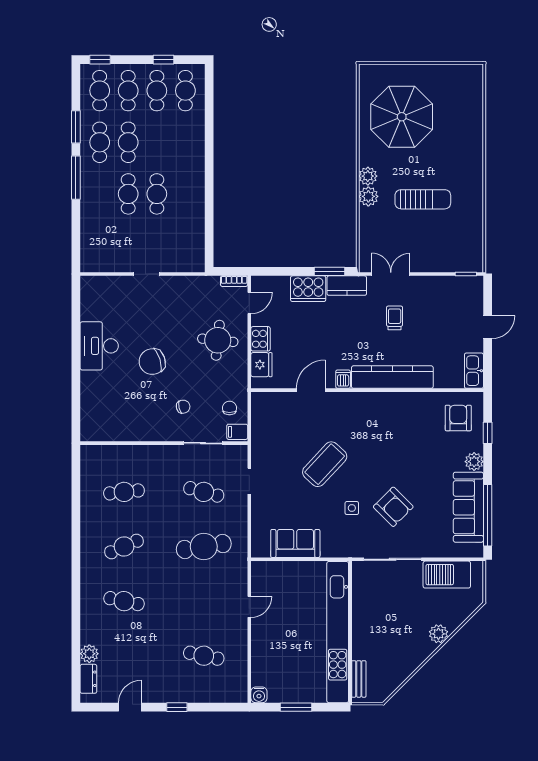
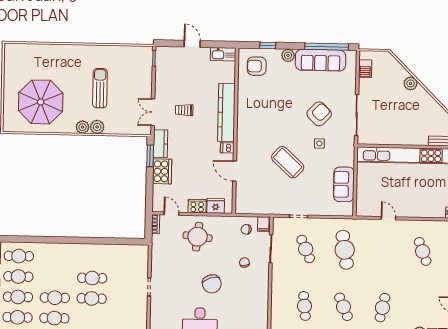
cafe table: (204, 492) -> (306, 249), turned -39
barbecue: (447, 575) -> (365, 69), width x0.53, depth x0.65
cafe table: (204, 656) -> (423, 251), turned -33

